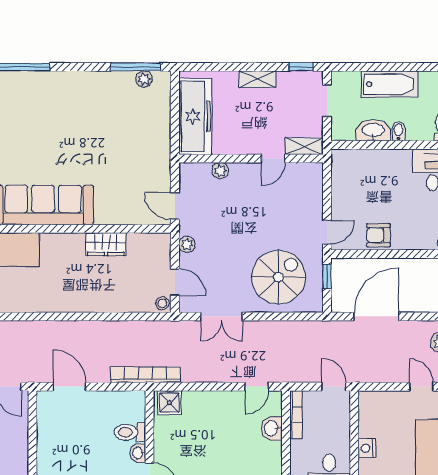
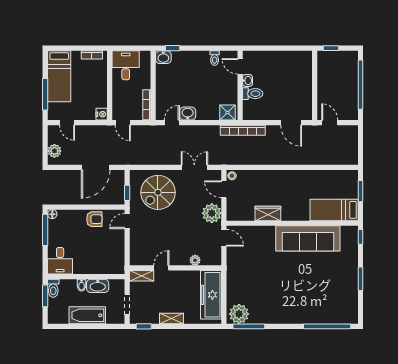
plant: (144, 79) -> (239, 314), width x1.87, depth x1.87
plant: (187, 244) -> (212, 213), width x1.88, depth x1.88
washbasin: (272, 428) -> (188, 114), moved, turned -90
nightstand: (367, 448) -> (102, 114), moved

